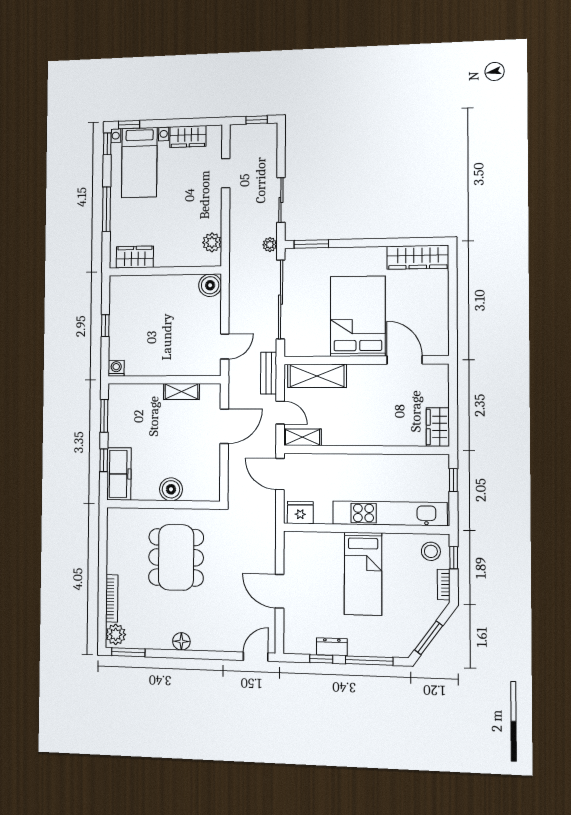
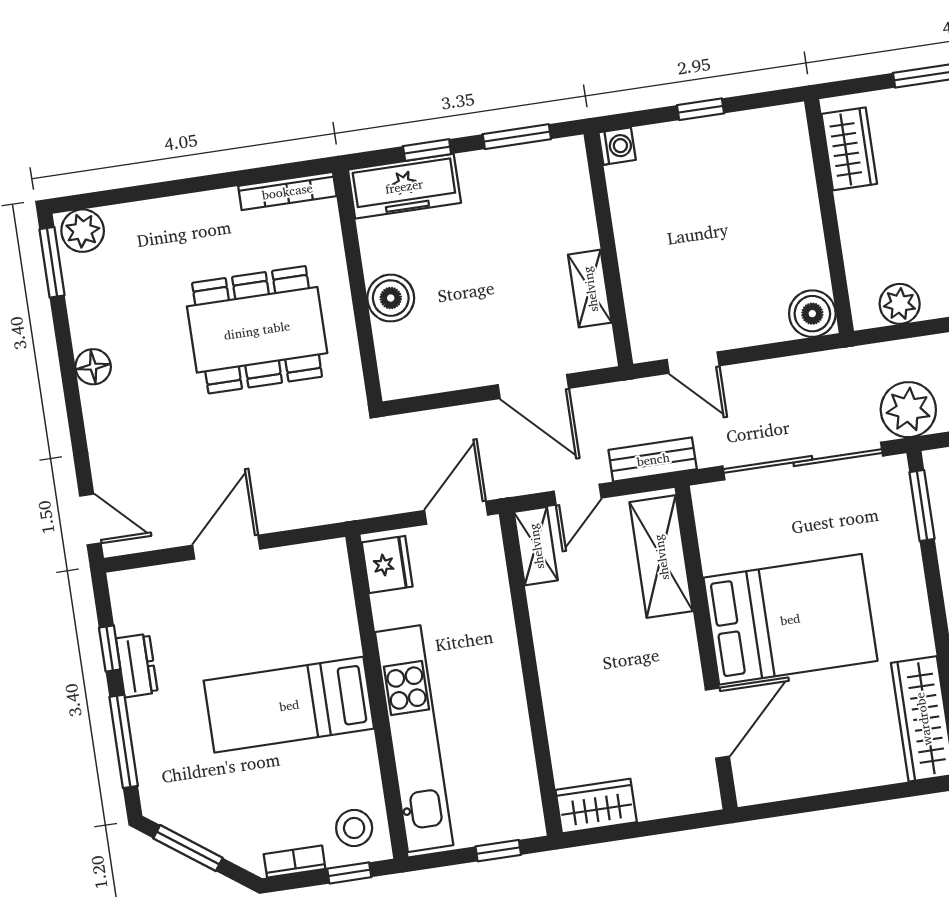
plant: (270, 245) -> (908, 410), width x1.87, depth x1.87
bookcase: (112, 598) -> (287, 191), moved

